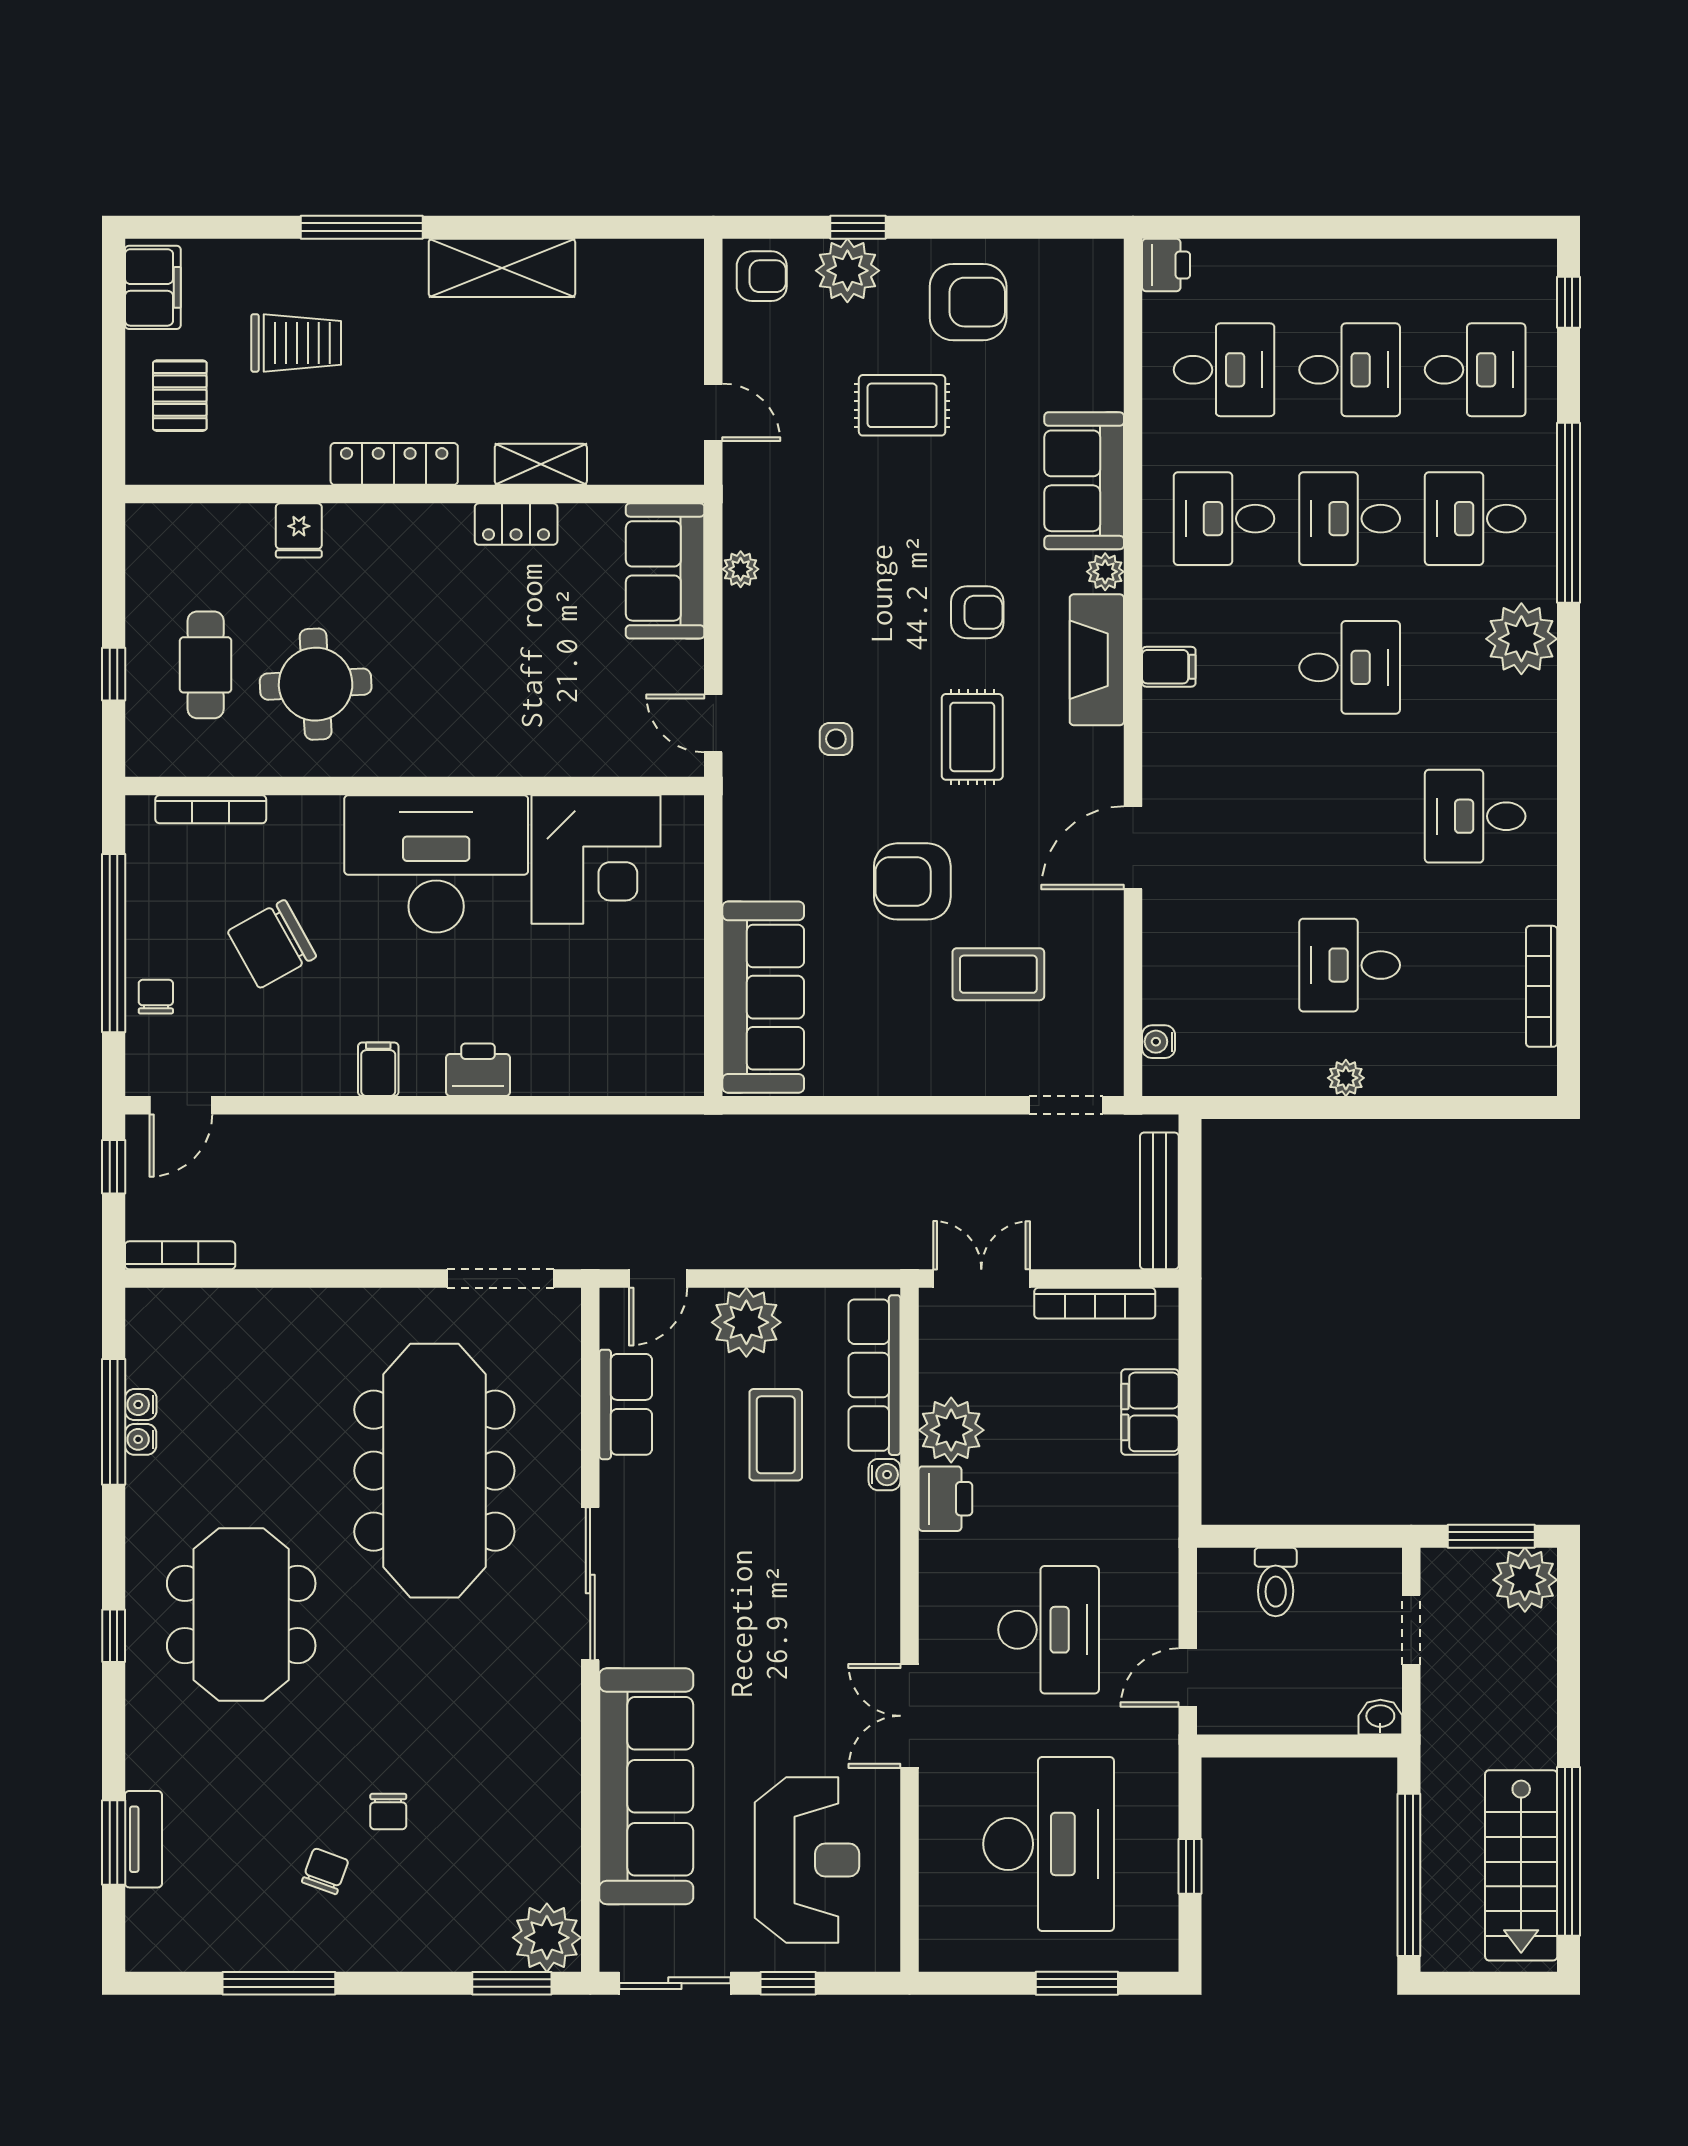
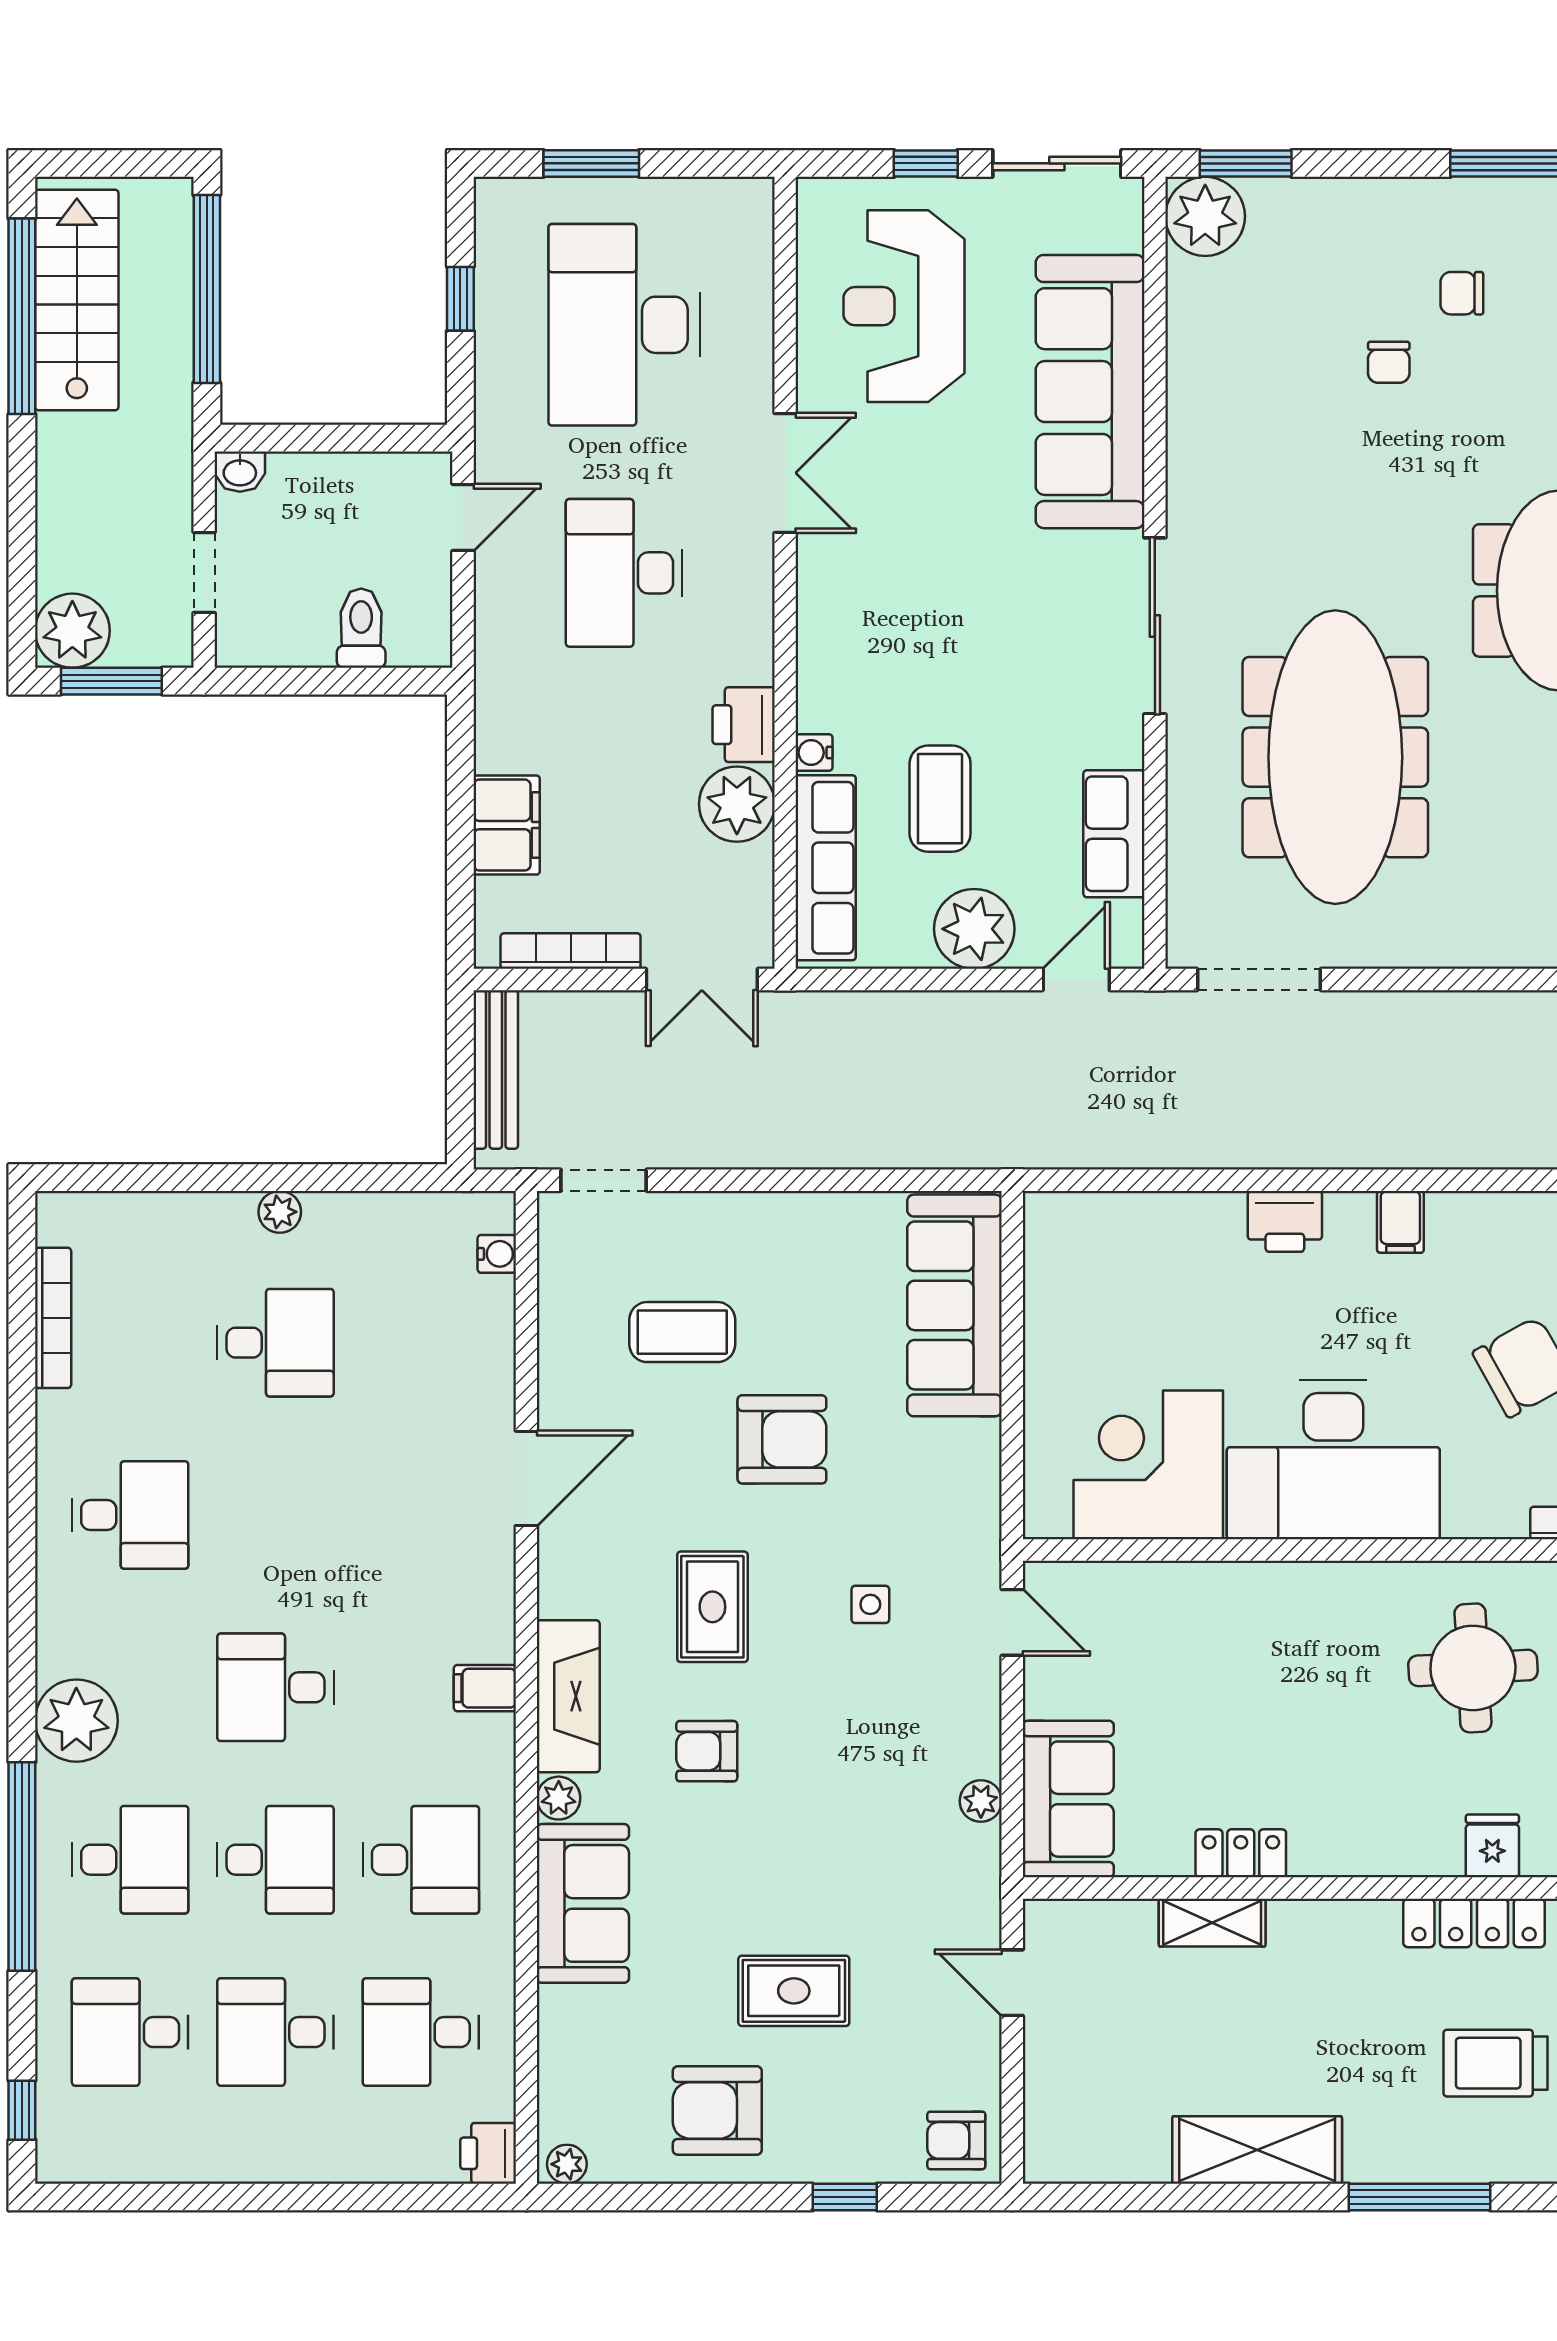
plant: (847, 271) -> (567, 2164), moved, width x0.53, depth x0.53
locker: (394, 464) -> (1474, 1923), moved
chair: (388, 1812) -> (1389, 362), turned 180
chair: (325, 1871) -> (1462, 293), turned 70

